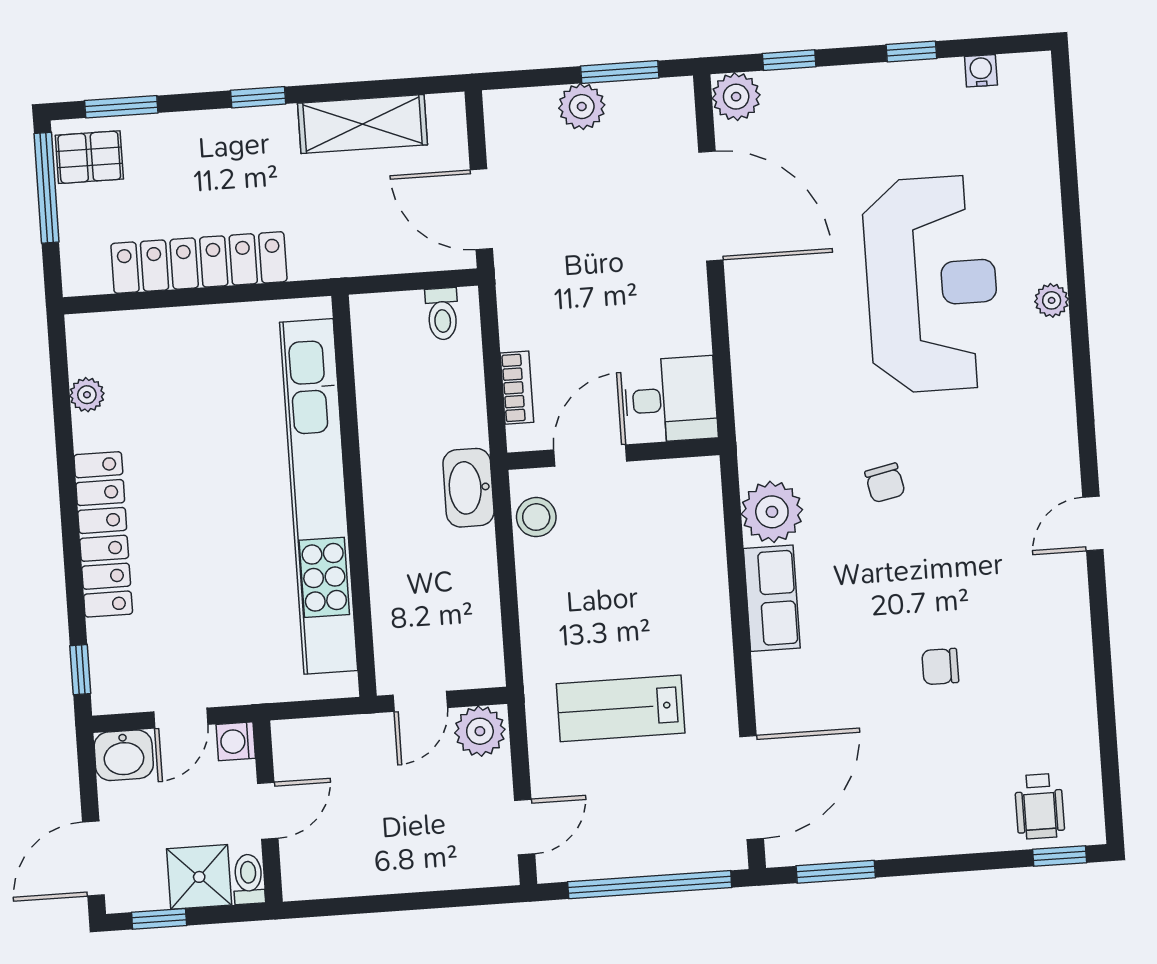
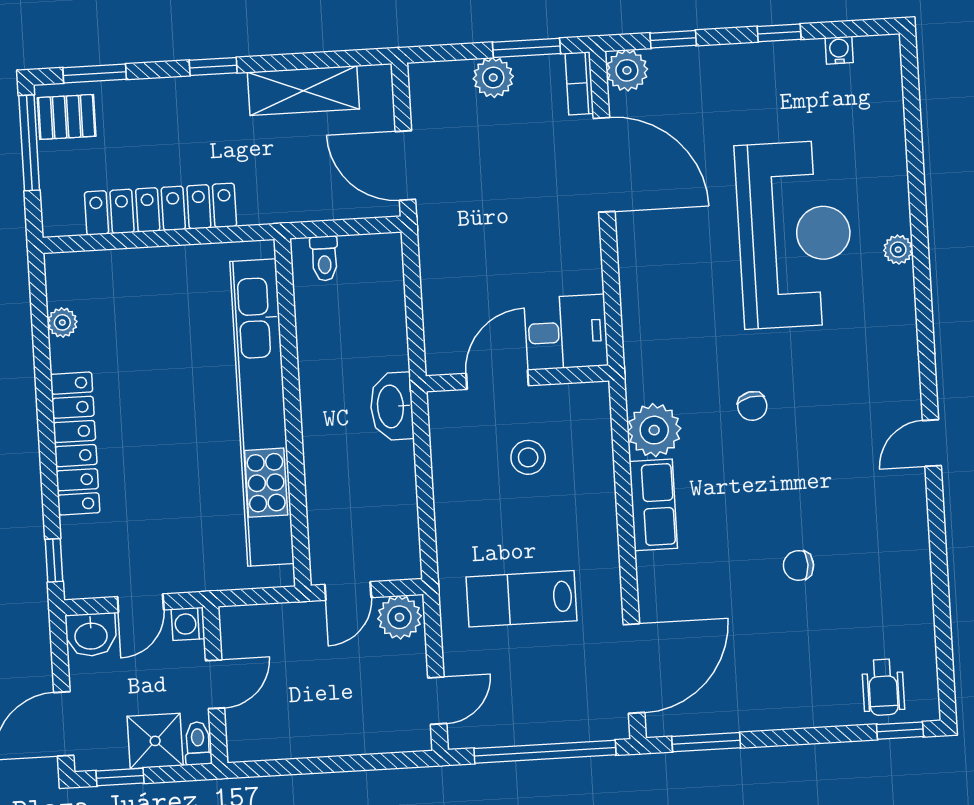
toilet: (442, 314) -> (324, 258), moved
bookcase: (517, 388) -> (579, 83), moved, turned 180
stool: (536, 517) -> (528, 457), moved

